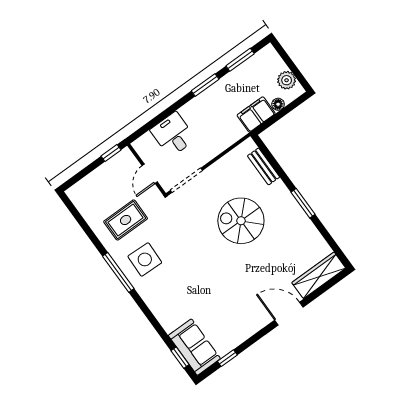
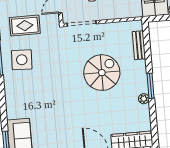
spiral stairs: (241, 221) -> (102, 73), turned 90
plant: (304, 222) -> (144, 99), added

